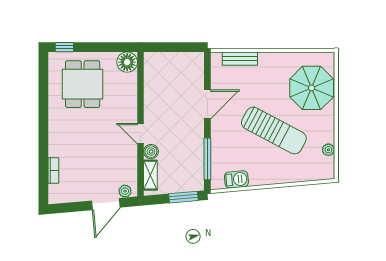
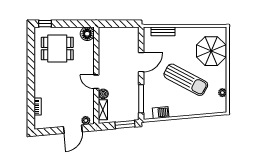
dining table: (83, 84) -> (57, 49), turned 90

